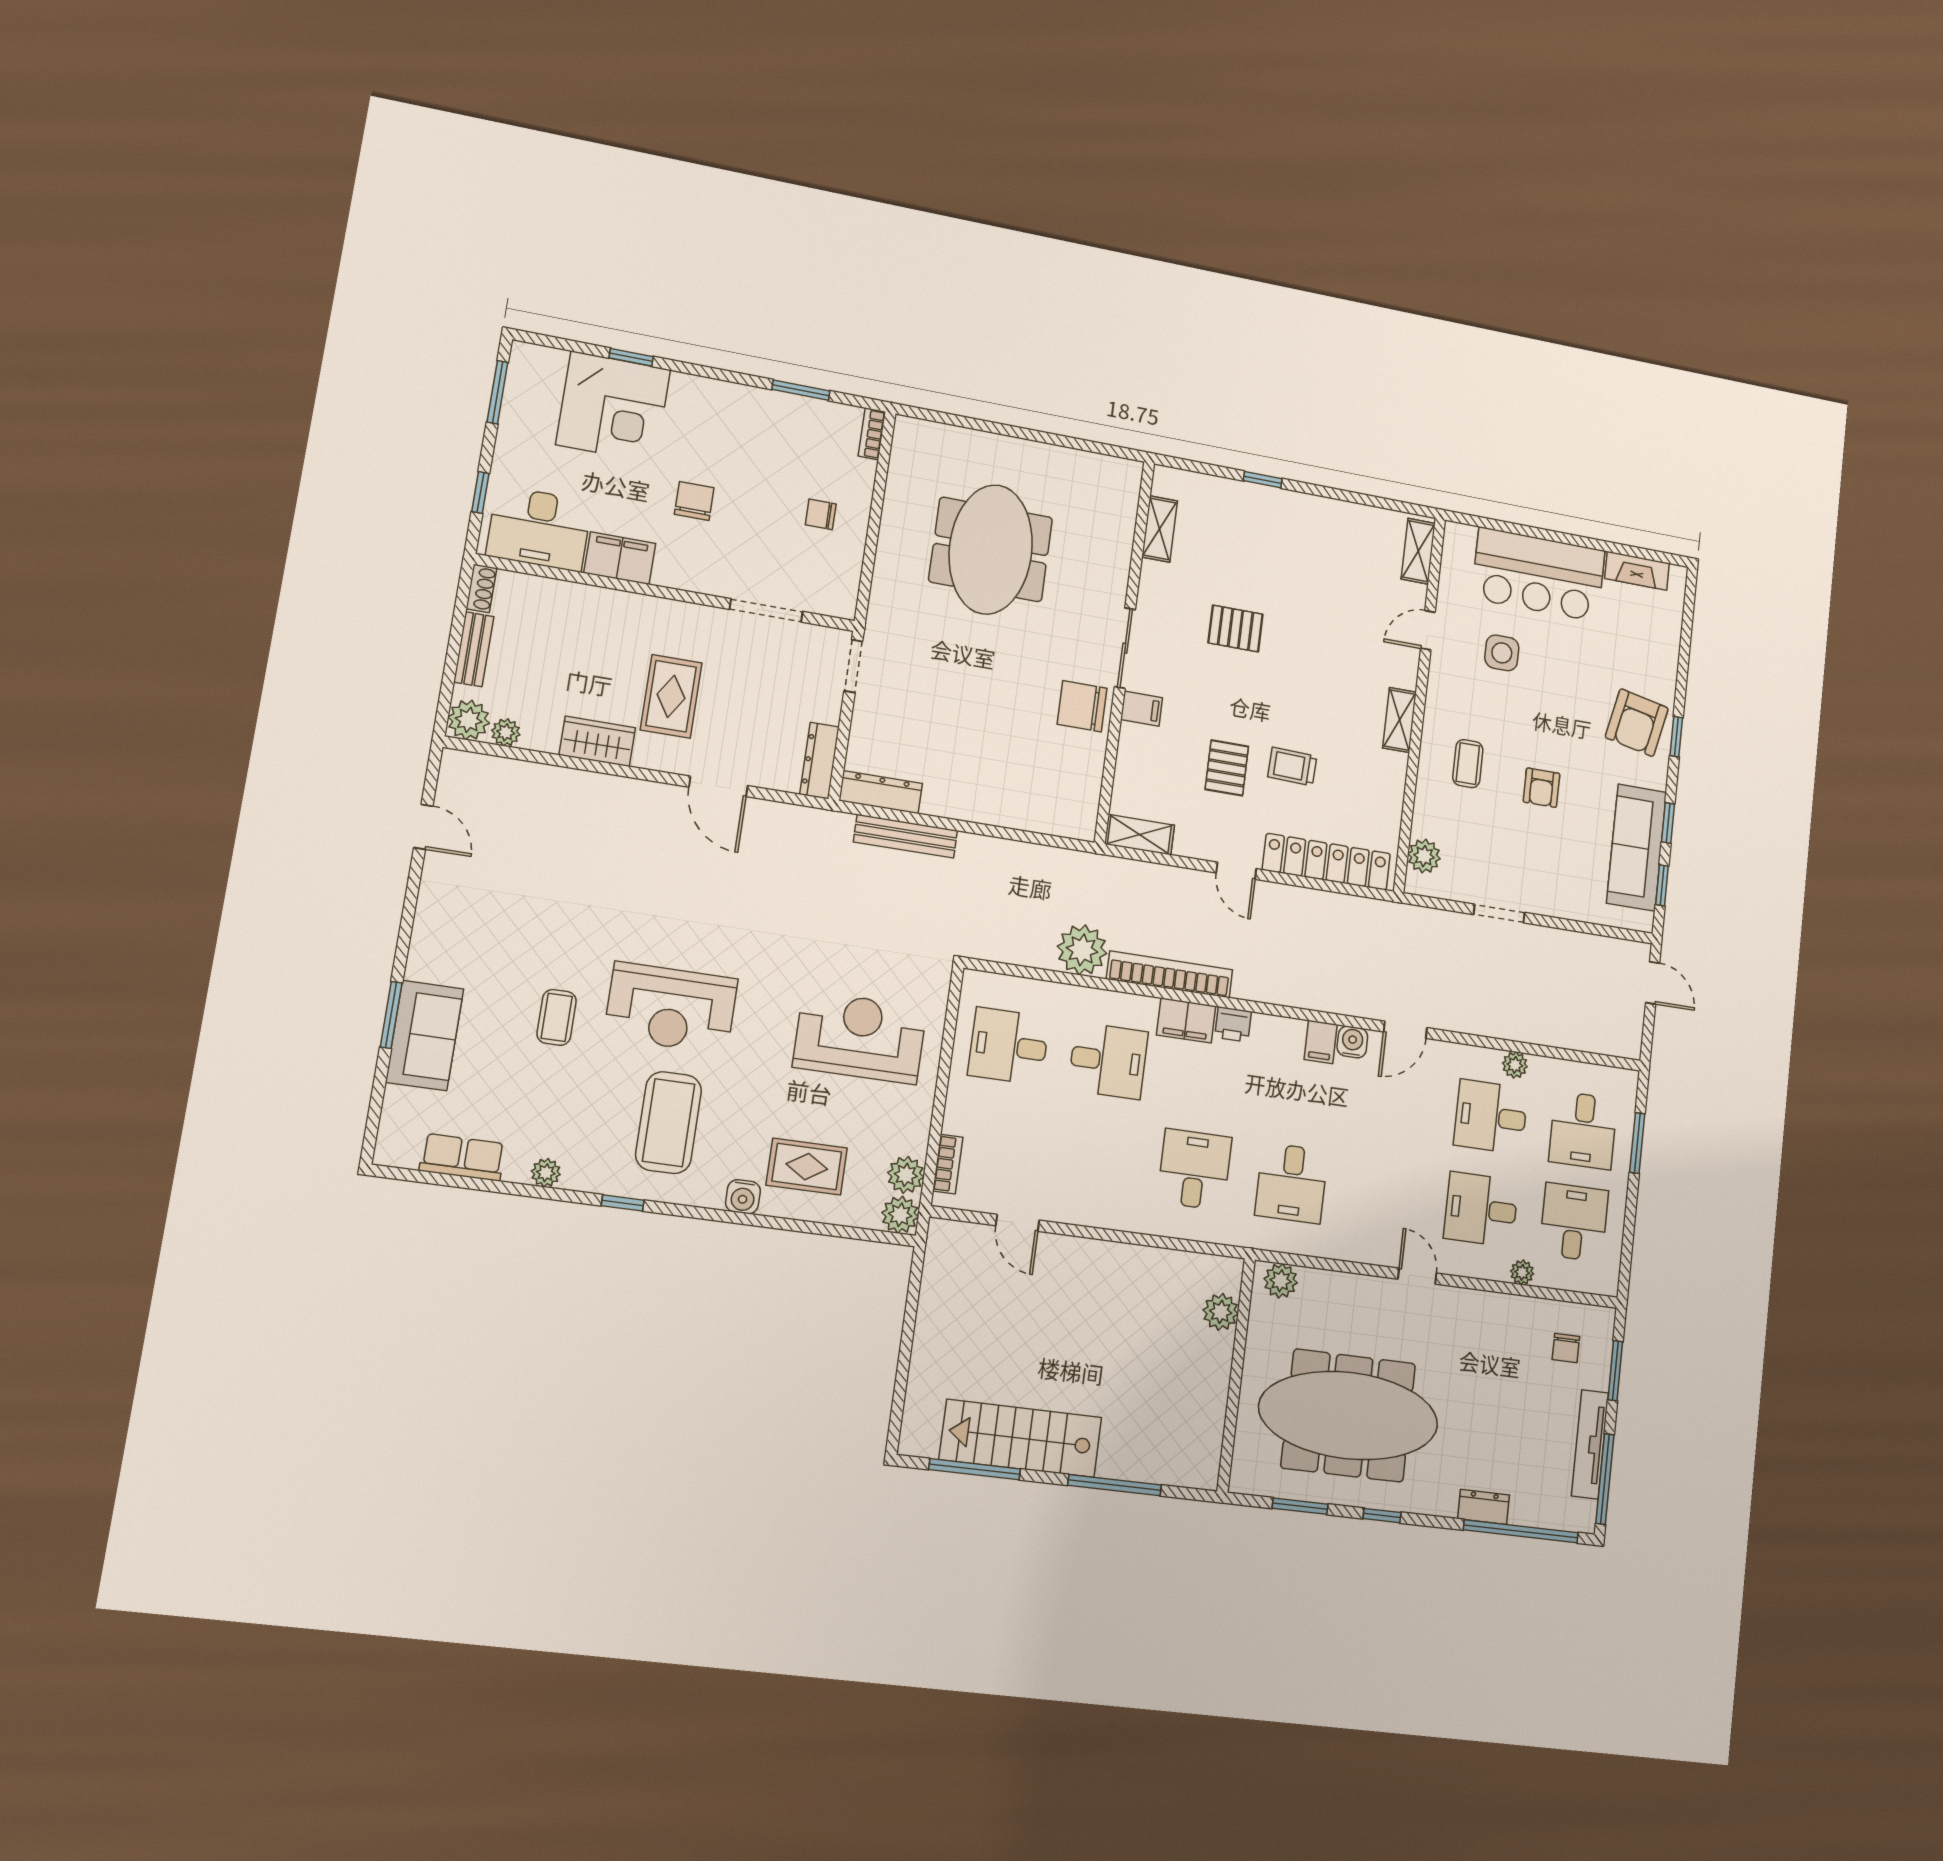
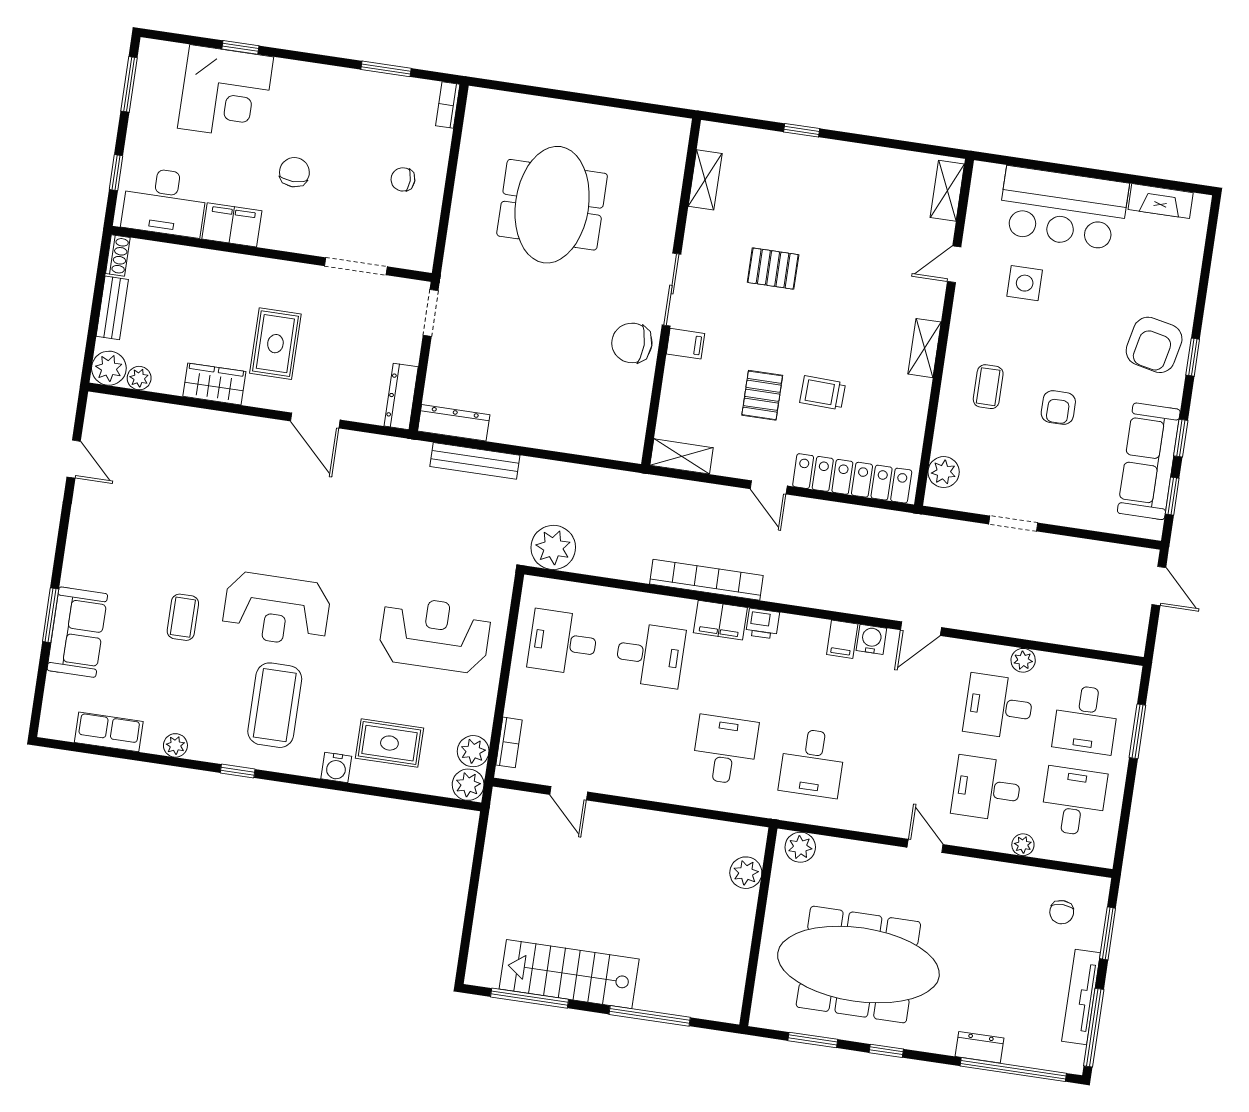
plant: (1082, 950) -> (553, 547), moved

